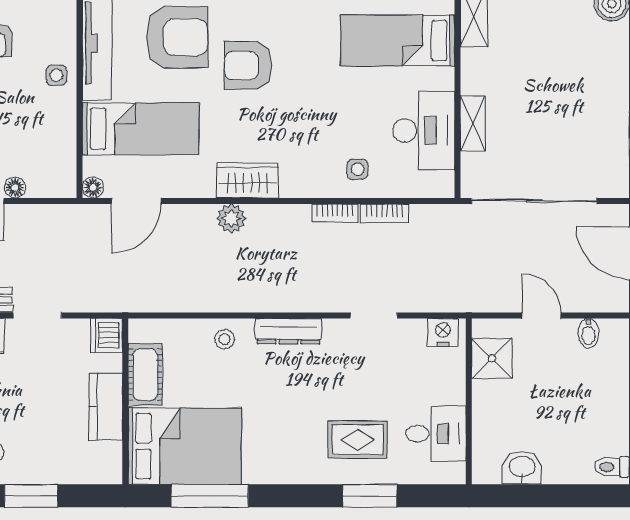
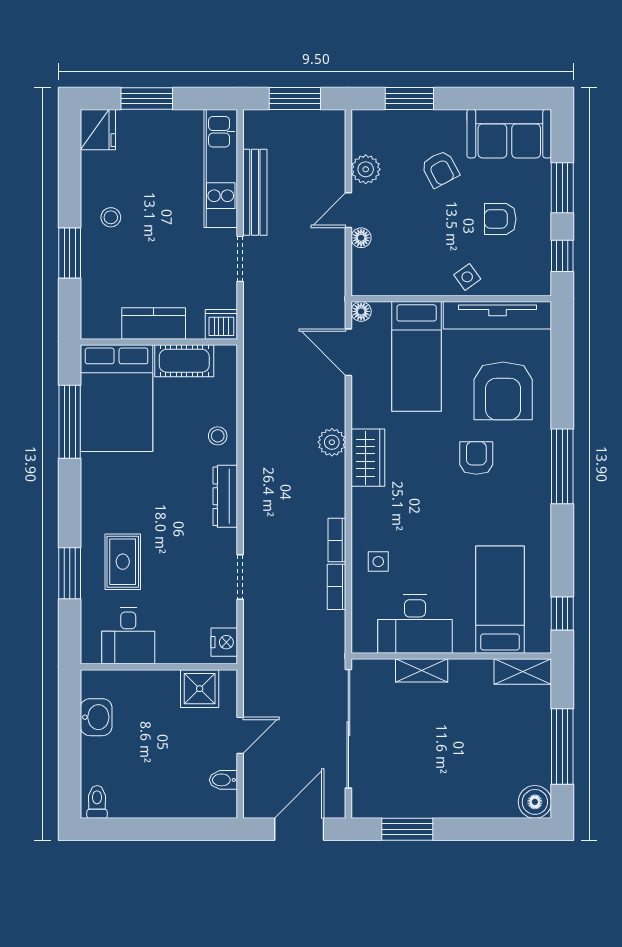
armchair: (248, 66) -> (476, 458), width x0.72, depth x0.72
side table: (56, 75) -> (467, 277), turned -36

